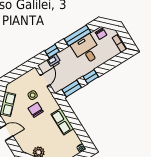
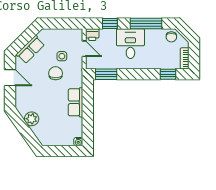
desk: (86, 50) -> (130, 44), moved
printer: (54, 61) -> (92, 35), moved
window: (91, 77) -> (168, 74), moved
door: (45, 80) -> (84, 49), hinge flipped

